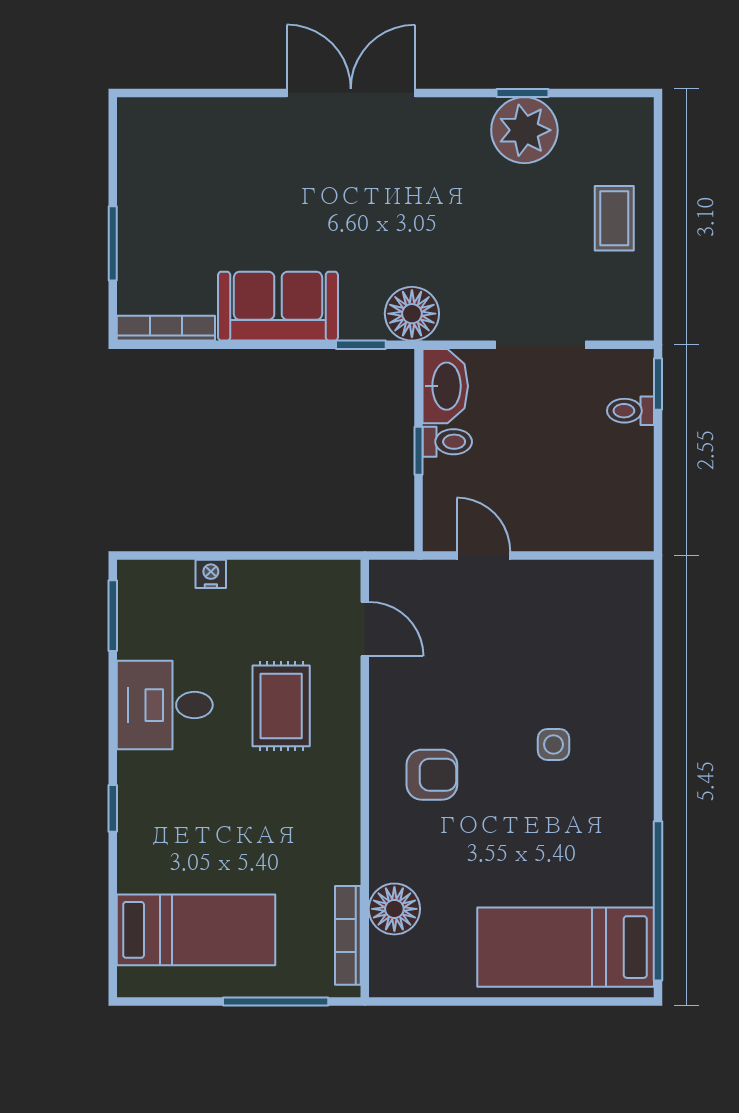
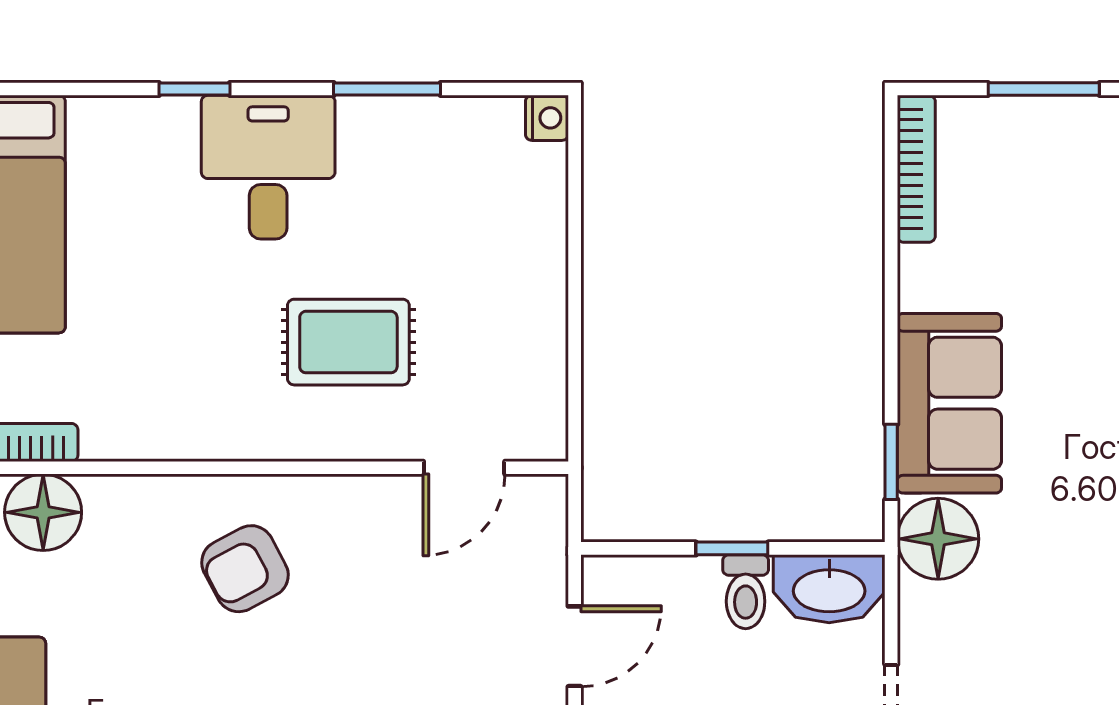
sofa: (278, 306) -> (949, 403), moved
nightstand: (211, 574) -> (547, 118), moved
window: (113, 616) -> (387, 89), moved
desk: (165, 705) -> (268, 167), moved
armchair: (432, 775) -> (245, 569), turned 62

